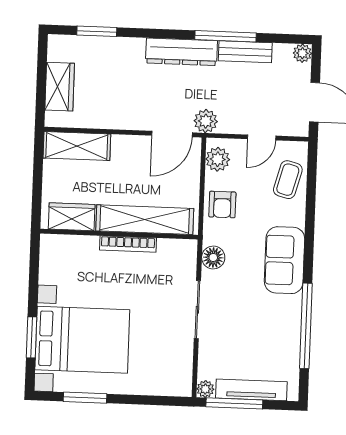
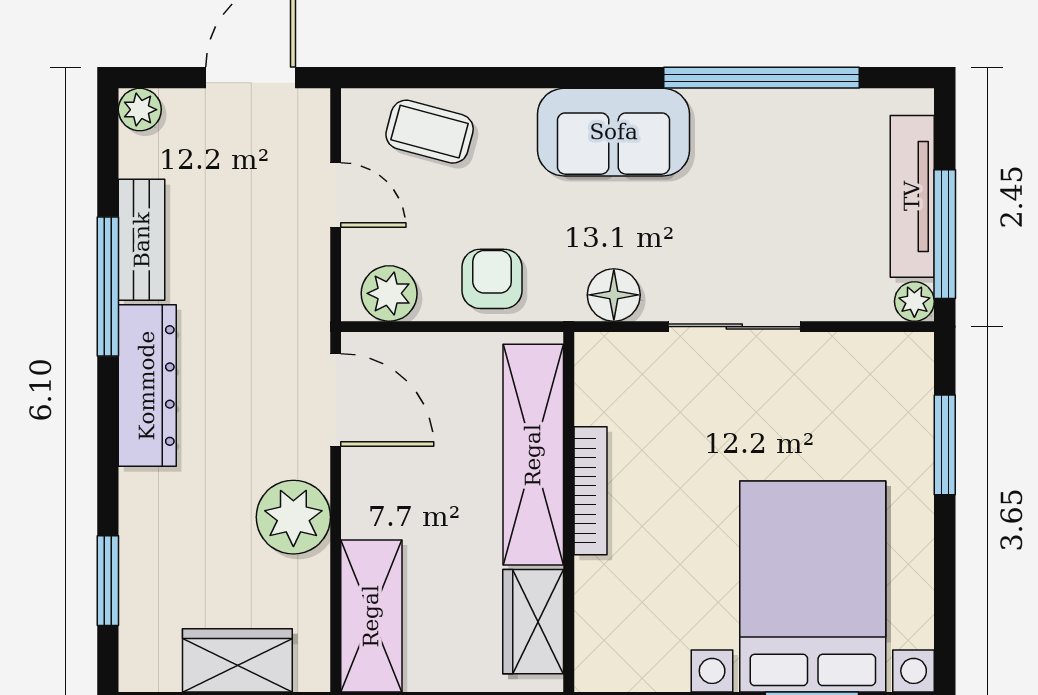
plant: (206, 121) -> (293, 517), moved, width x1.36, depth x1.36
armchair: (222, 204) -> (492, 279), turned -90
window: (85, 398) -> (945, 445), moved

